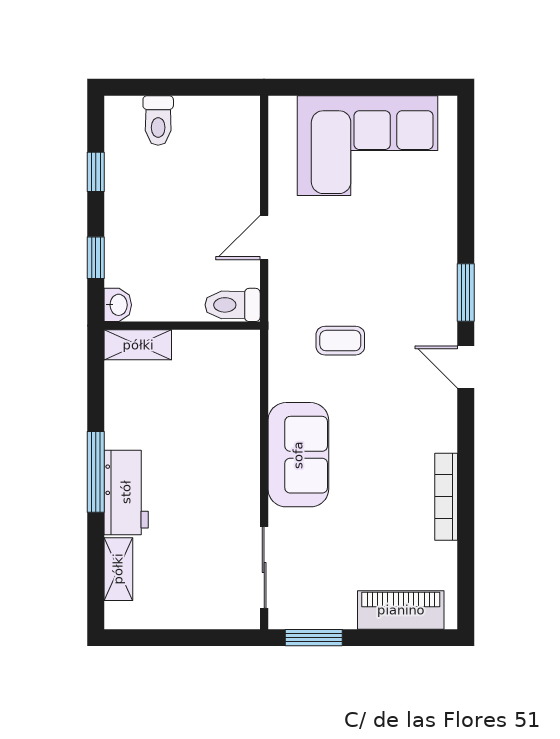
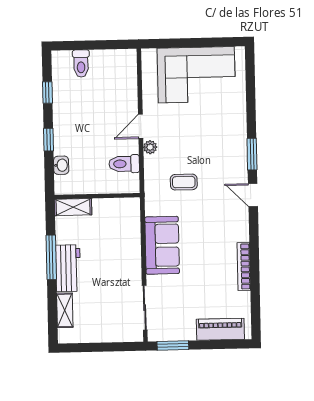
plant: (281, 276) -> (150, 147), added
wall: (182, 326) -> (97, 196), moved
shelving: (138, 345) -> (73, 207), moved

